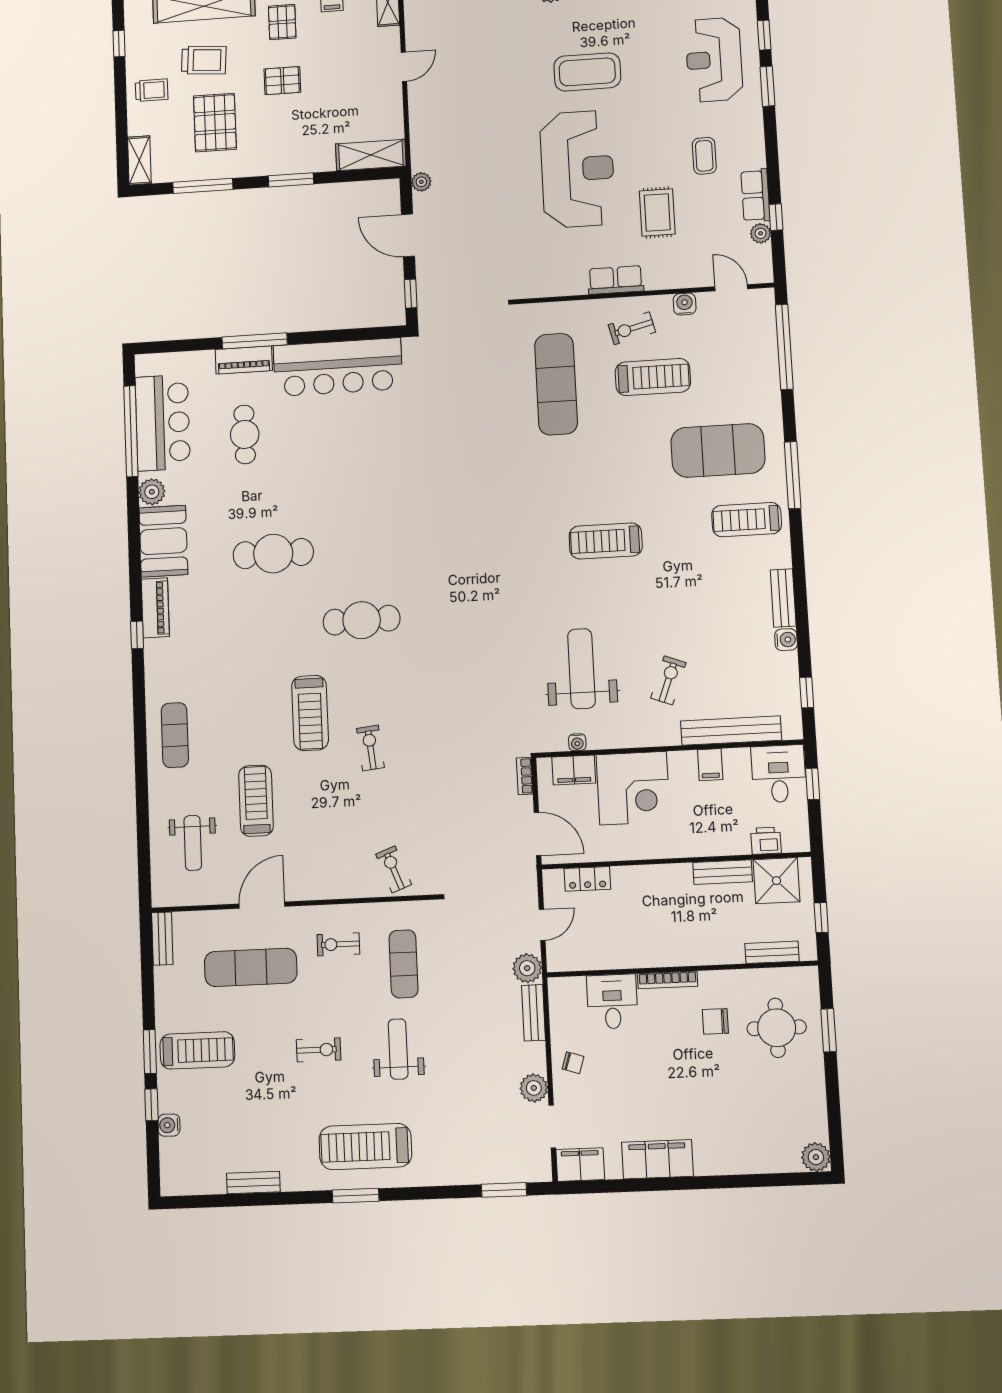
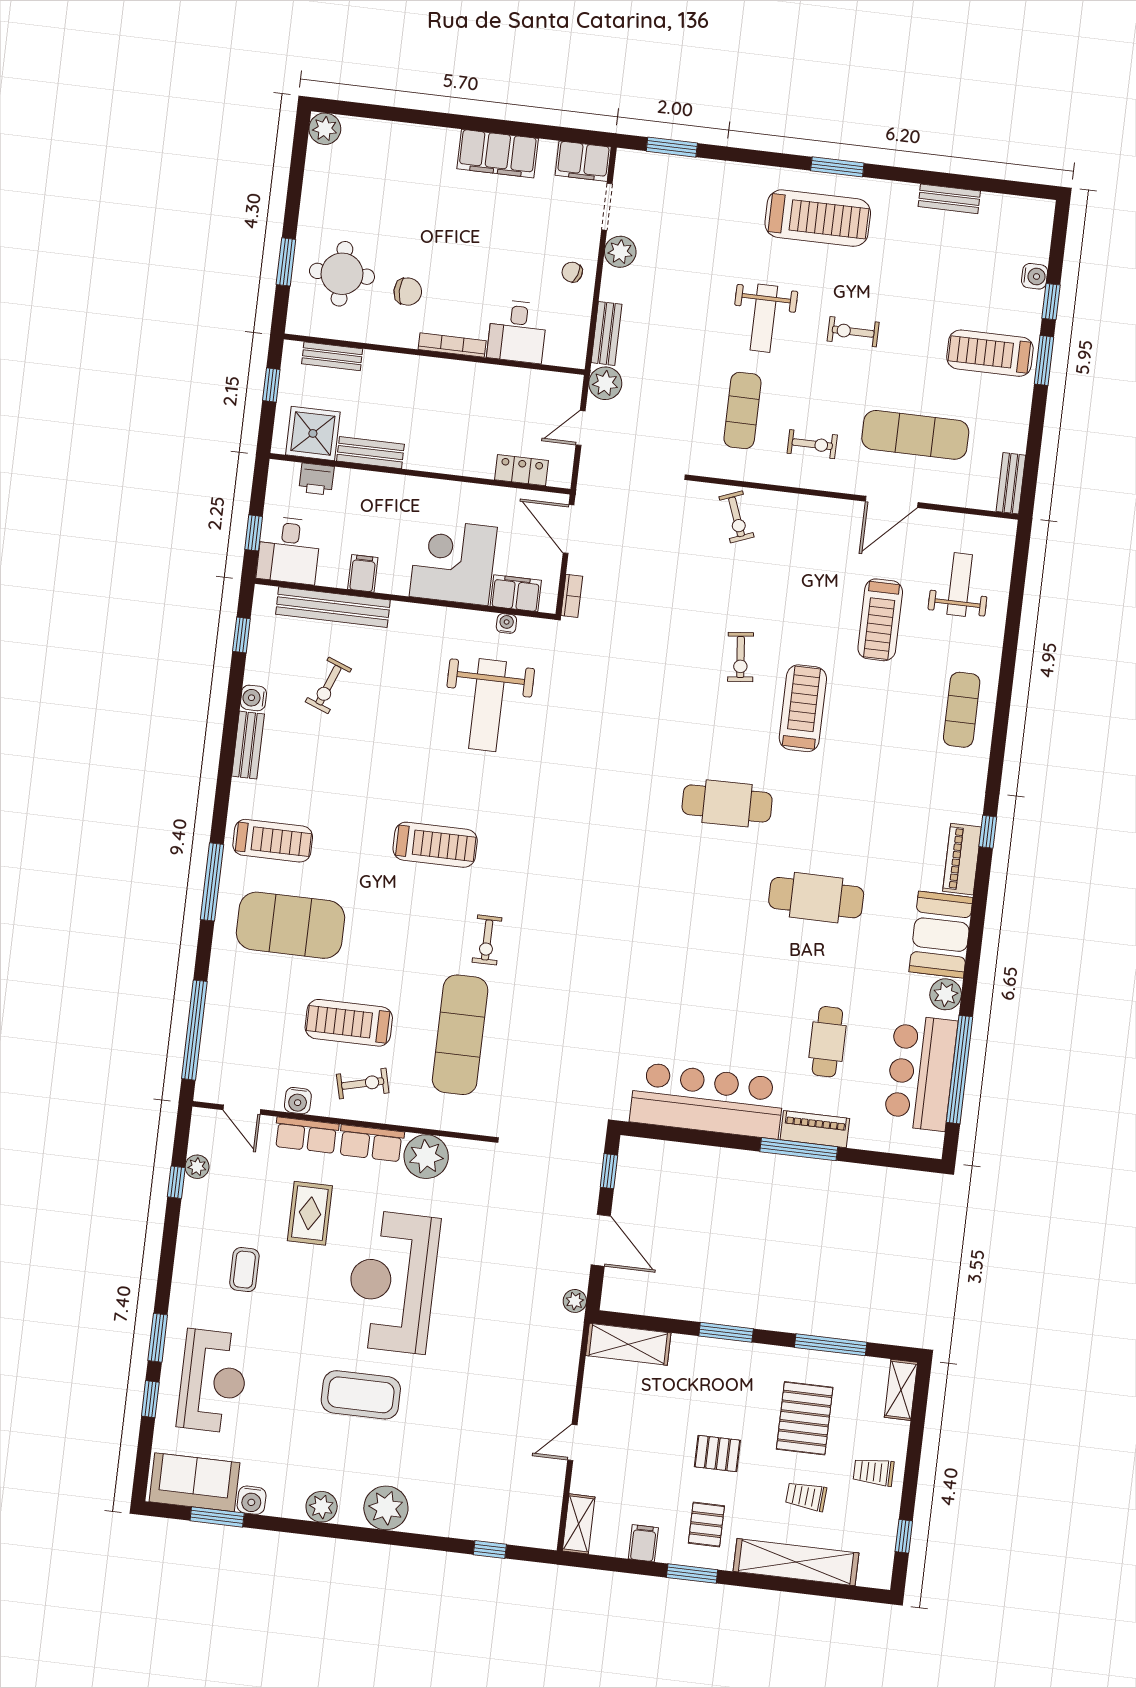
trolley: (204, 60) -> (806, 1496), width x0.73, depth x0.72
row of seats: (755, 195) -> (306, 1135), moved, turned 90
plant: (567, 277) -> (426, 1157), added
exercise bike: (547, 468) -> (487, 940), added
exercise bike: (668, 680) -> (328, 685), moved

